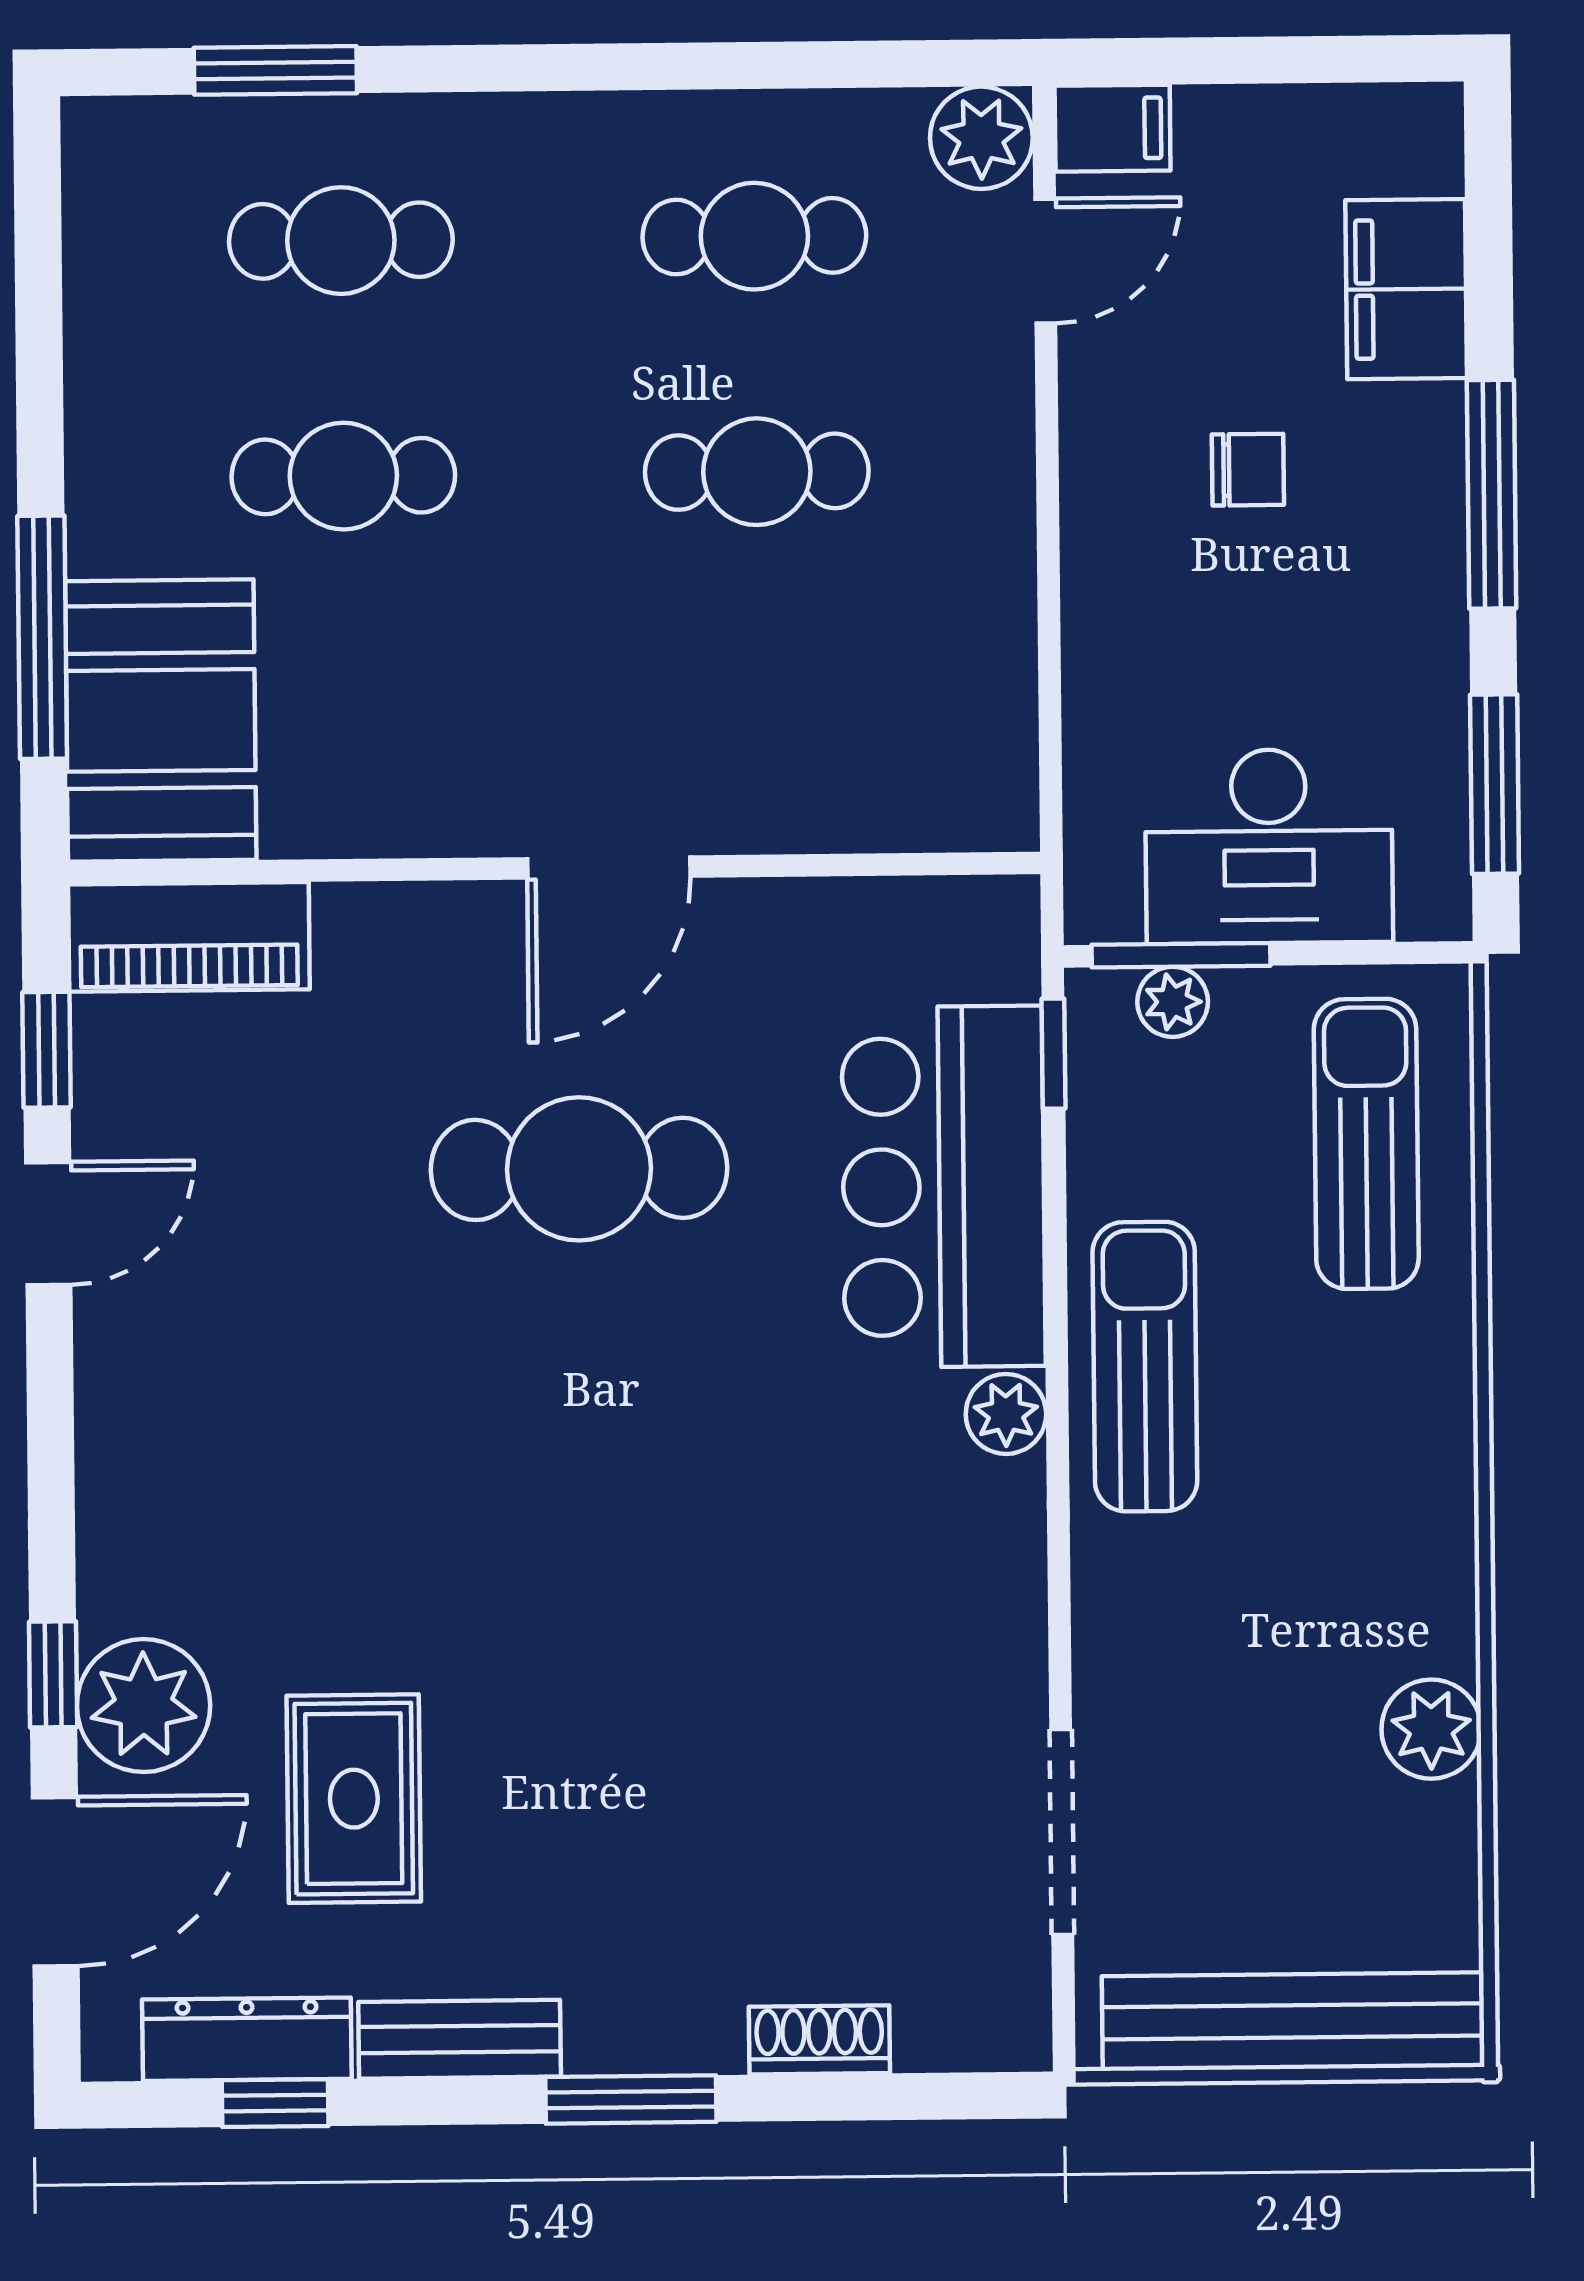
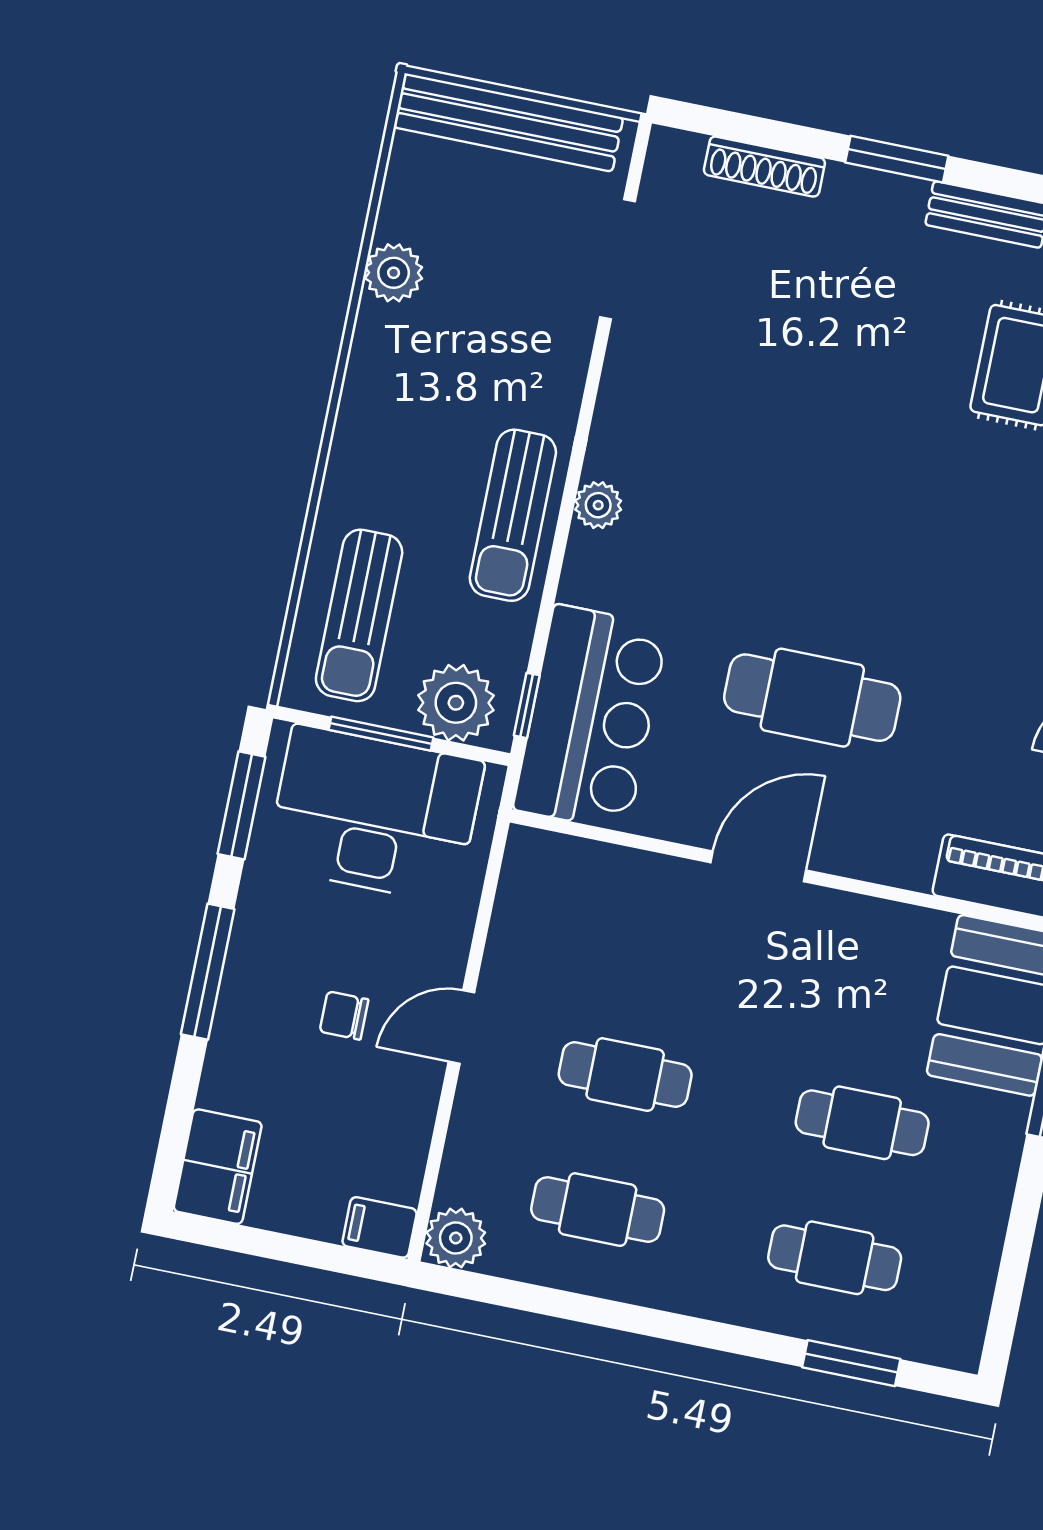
door: (1045, 261) -> (461, 1027), moved
filing cabinet: (1406, 289) -> (218, 1167), moved
desk: (1269, 846) -> (375, 814), width x1.36, depth x1.30
window: (1181, 955) -> (381, 734), moved
plant: (1173, 1002) -> (456, 703), width x1.88, depth x1.88
bar counter: (943, 1187) -> (591, 718), moved
shoe rack: (819, 2040) -> (764, 167), width x1.43

